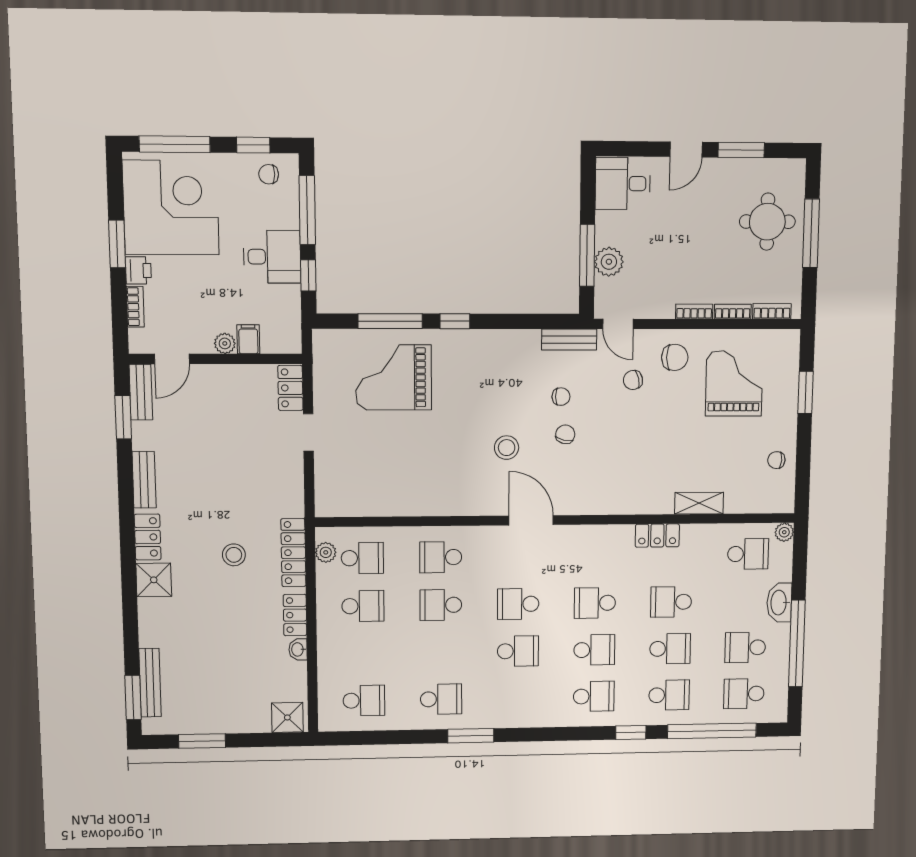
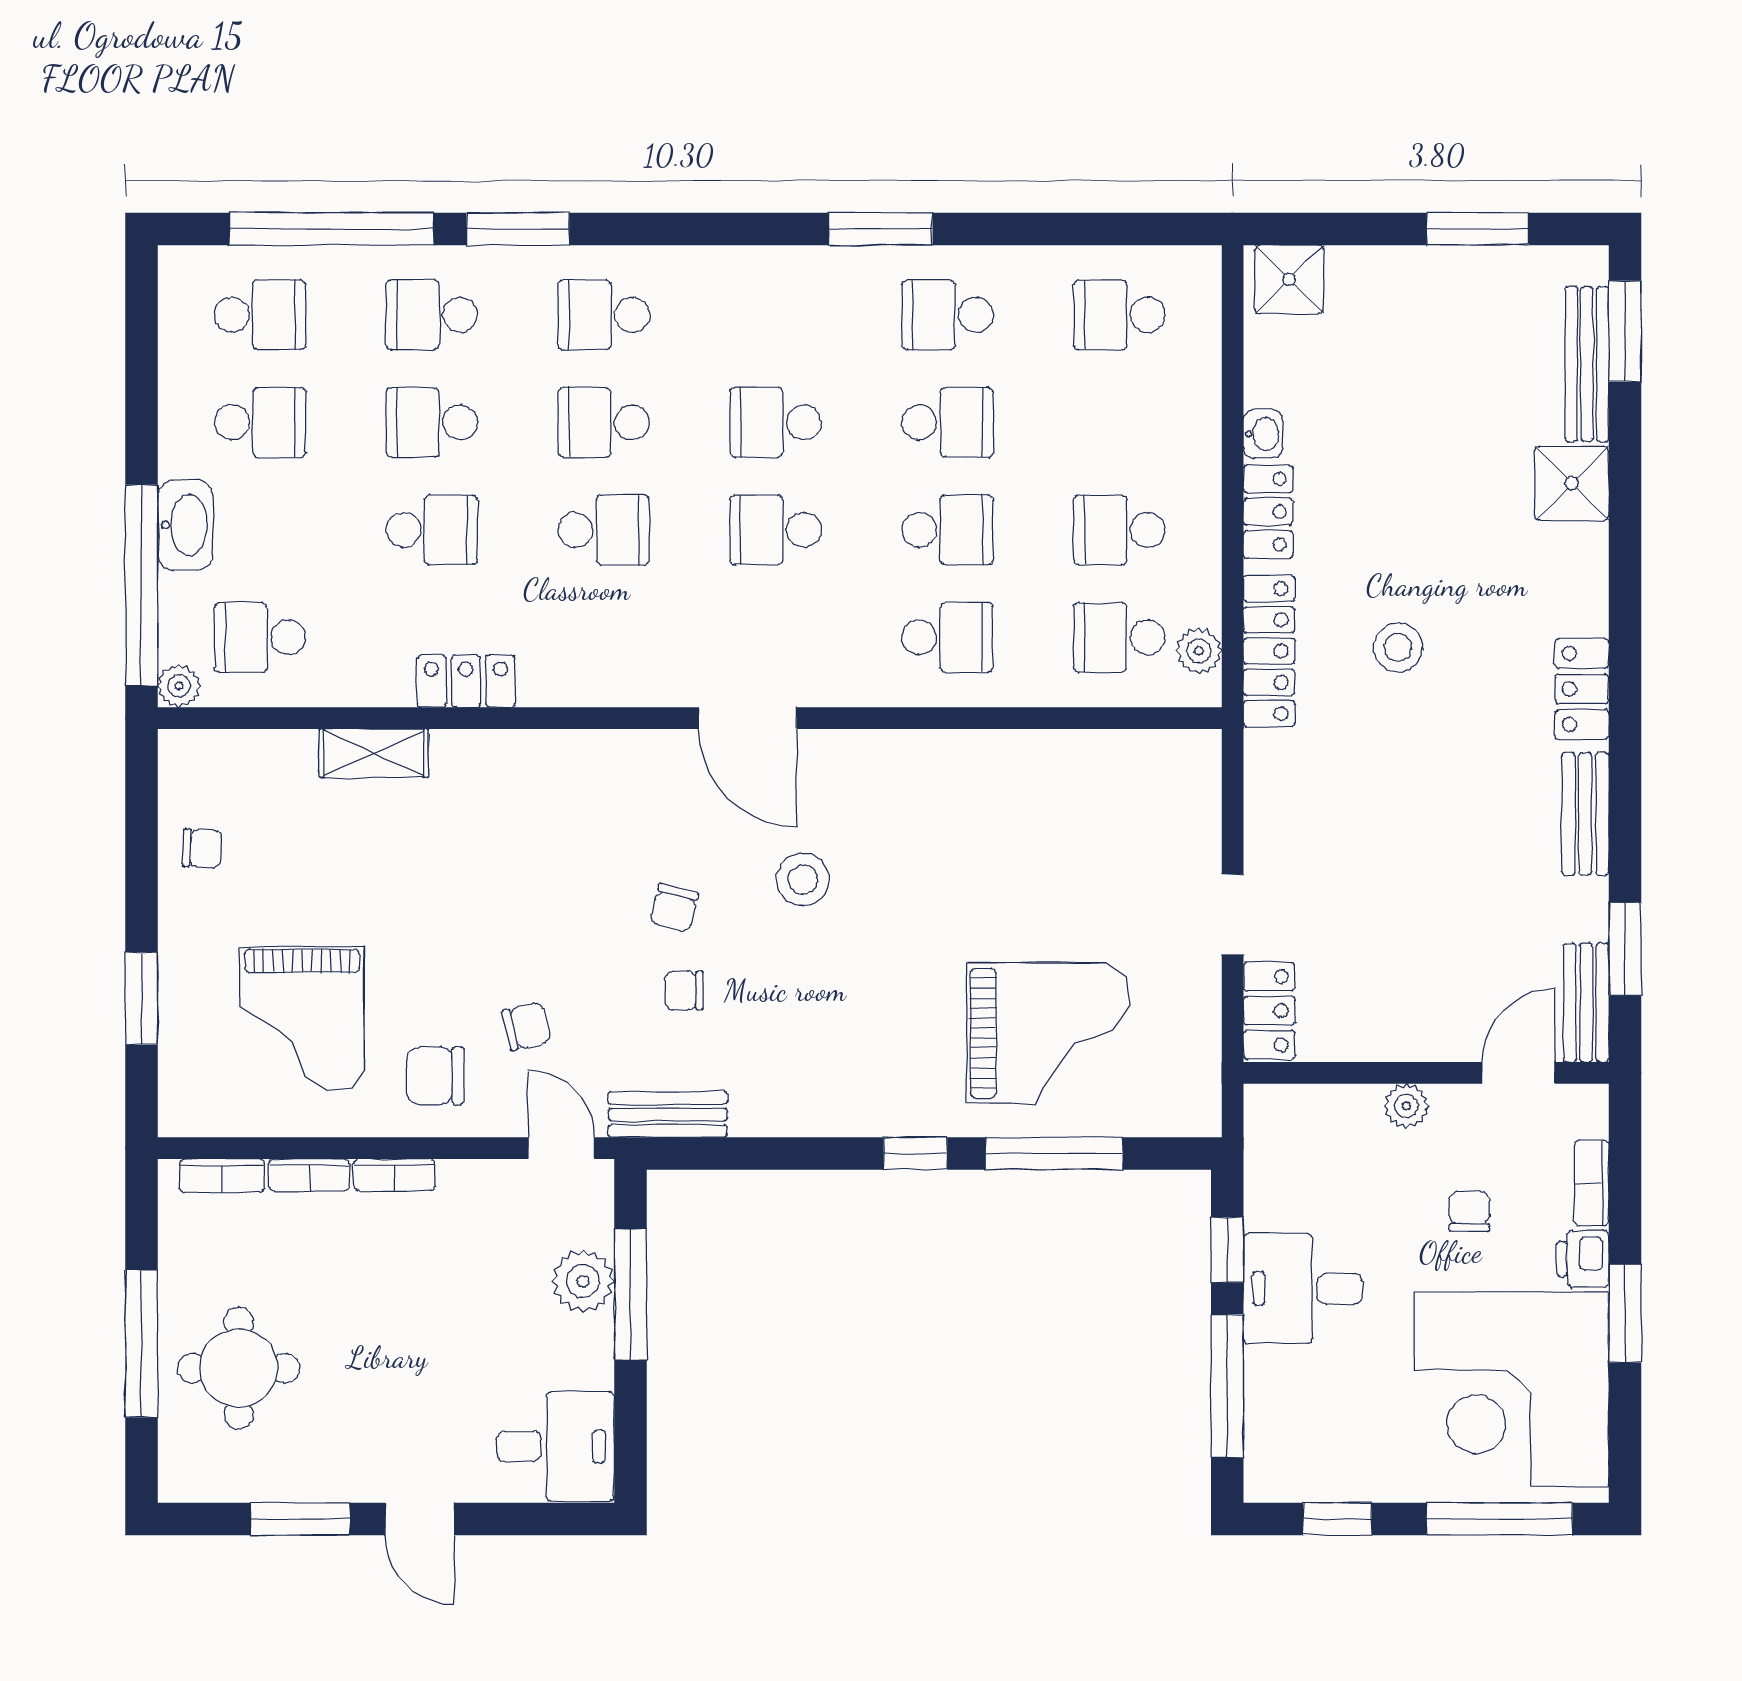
door: (686, 149) -> (420, 1519), swing flipped
chair: (269, 174) -> (1469, 1212), moved, turned -90
filing cabinet: (248, 339) -> (1356, 1115), removed
shower: (154, 580) -> (1572, 483), moved
school desk: (518, 604) -> (776, 530), turned 180
window: (797, 644) -> (141, 585), moved
school desk: (441, 652) -> (947, 422), added
window: (631, 732) -> (518, 229), width x1.50

